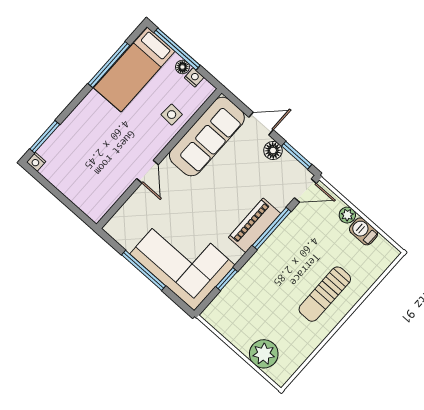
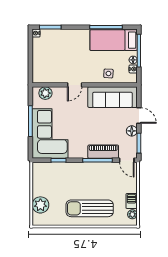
plant: (347, 215) -> (132, 214), moved
plant: (125, 219) -> (45, 93), added
piano: (255, 225) -> (103, 152), moved
sun lounger: (325, 294) -> (90, 208), width x1.36, depth x1.34

